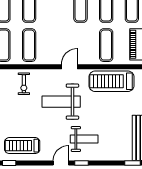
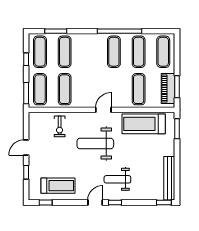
weight bench: (84, 139) -> (117, 179), turned 180
treadmill: (22, 146) -> (58, 186), turned 180

